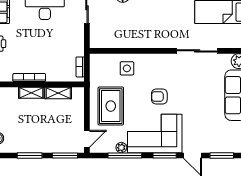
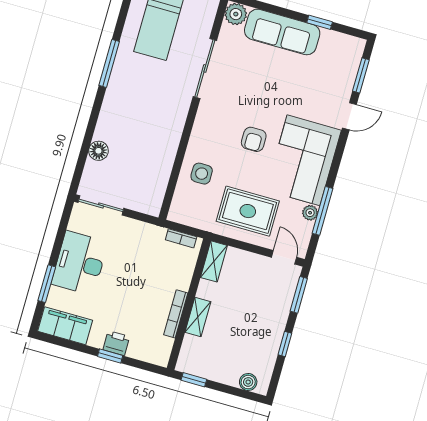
shelving: (58, 93) -> (214, 261), moved
window: (30, 155) -> (285, 344), width x0.67
window: (165, 155) -> (338, 155), removed

